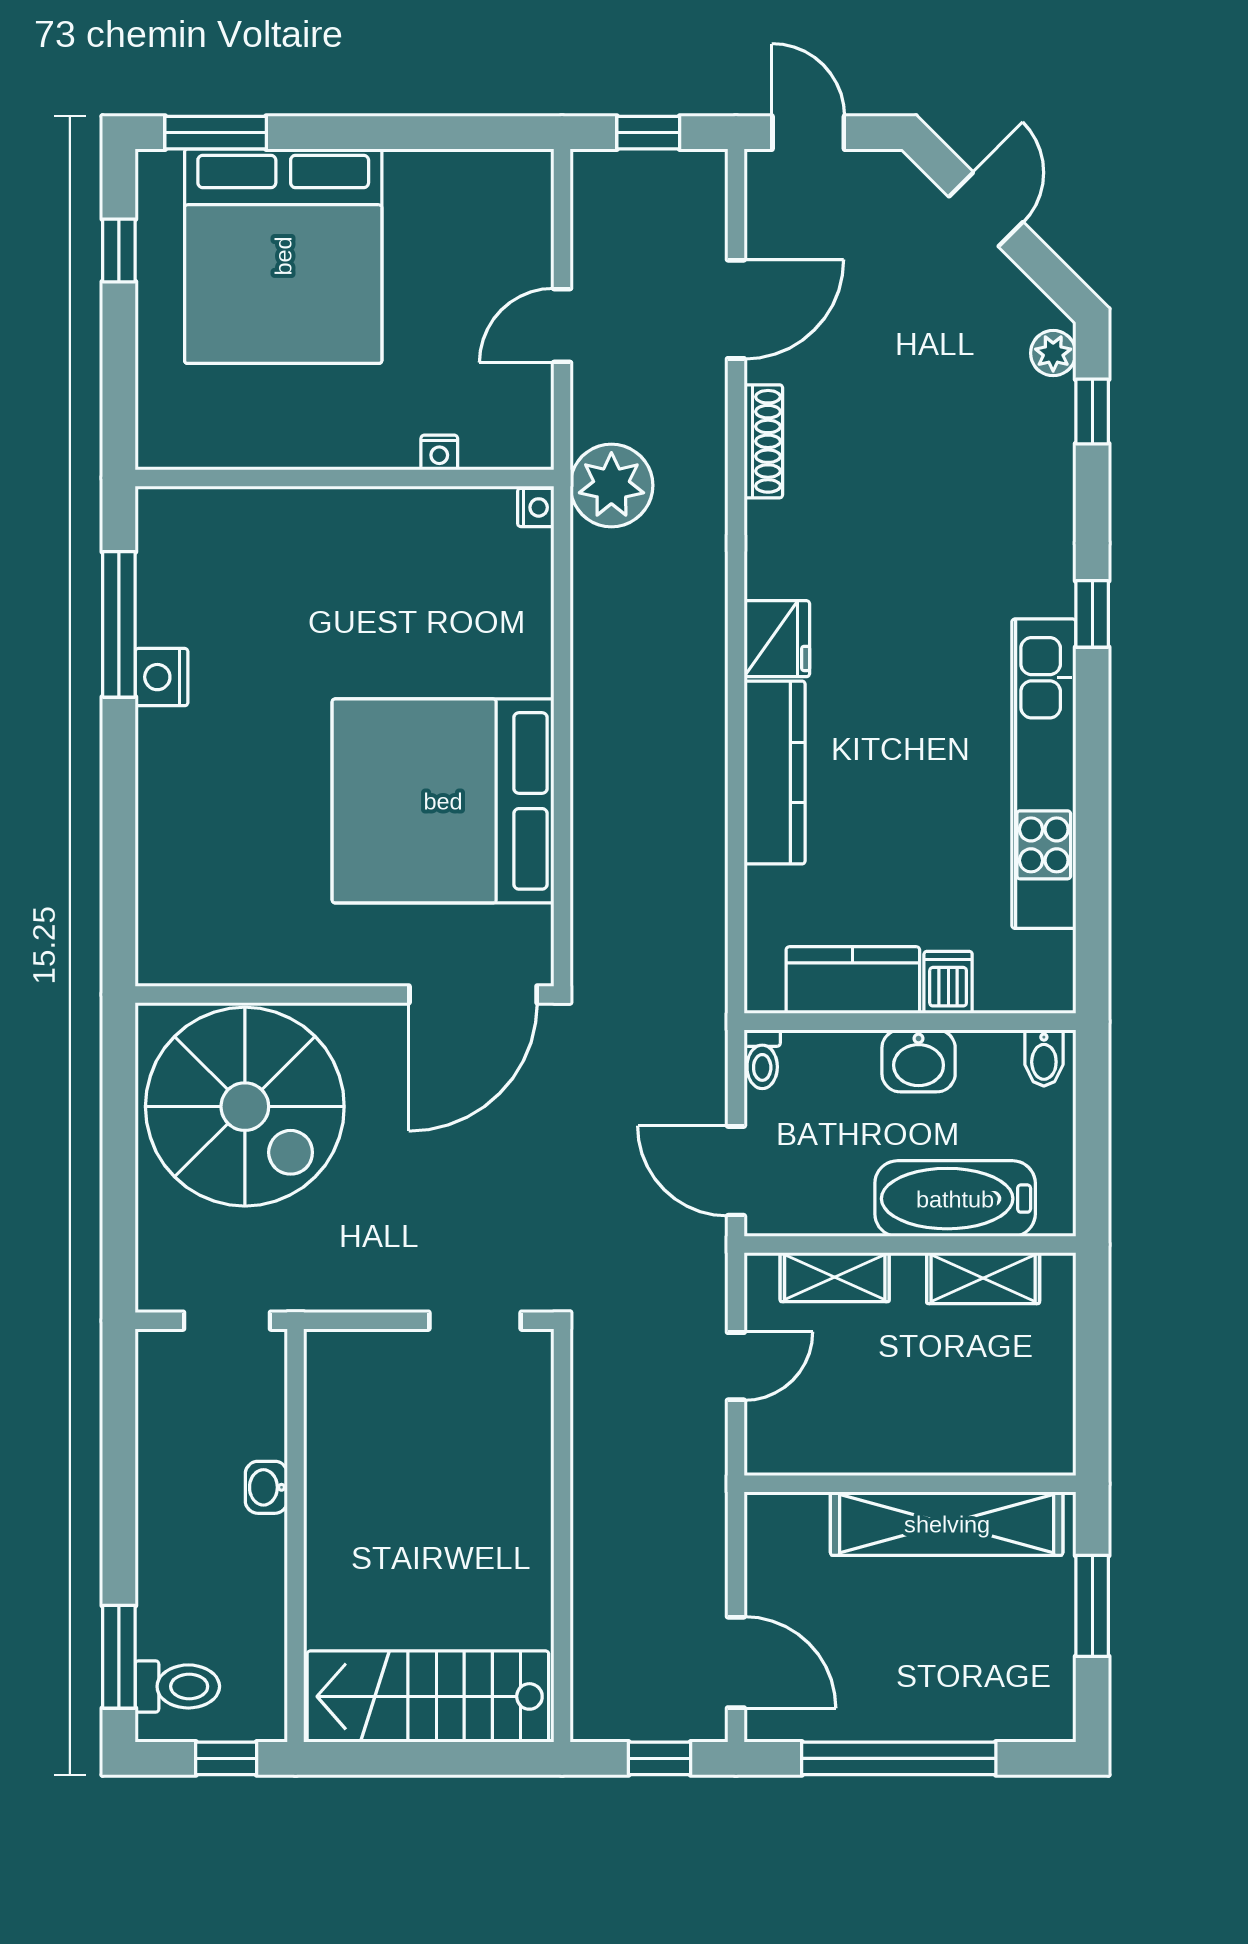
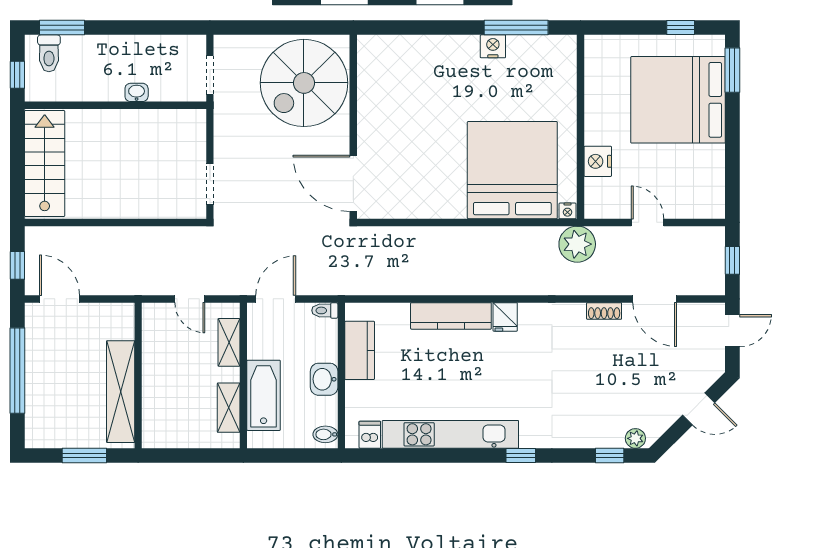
shoe rack: (763, 441) -> (604, 311), width x0.70
nightstand: (439, 452) -> (598, 161), width x1.89, depth x1.79
fridge: (777, 639) -> (505, 317), width x0.72
bed: (443, 801) -> (512, 170), moved
dishwasher: (948, 982) -> (370, 435), moved, turned -90
door: (736, 1662) -> (60, 299), swing flipped

